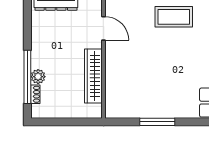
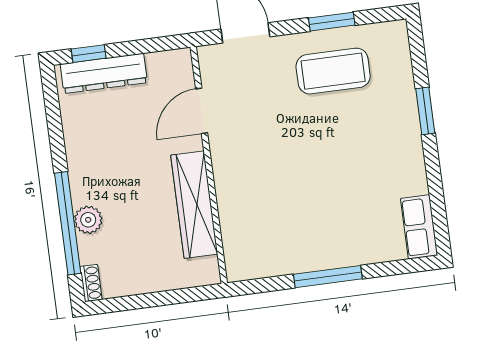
door: (104, 28) -> (202, 111), swing flipped
shoe rack: (35, 94) -> (91, 283), moved

